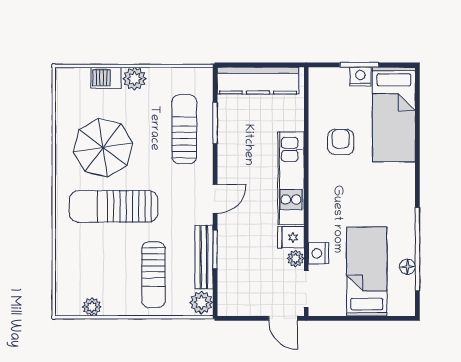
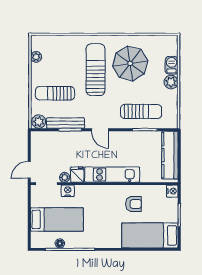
nightstand: (360, 77) -> (172, 191), moved

